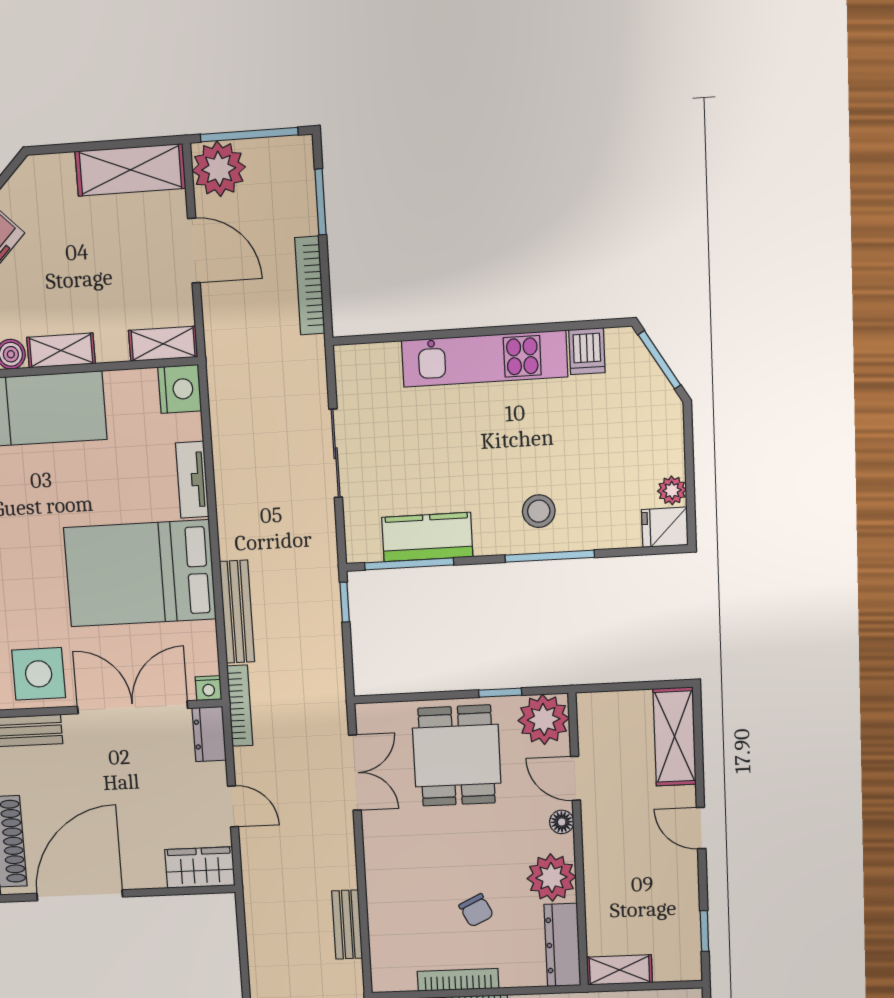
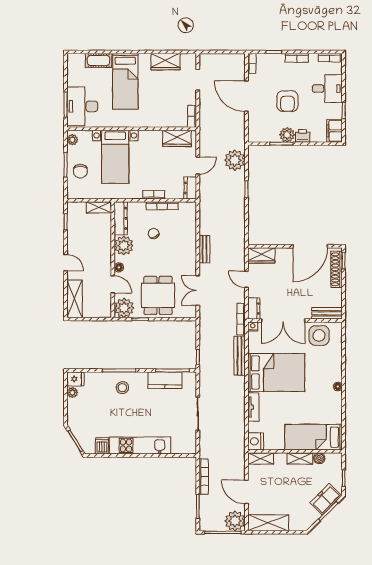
bench: (347, 925) -> (204, 249), moved

